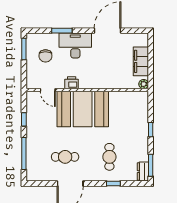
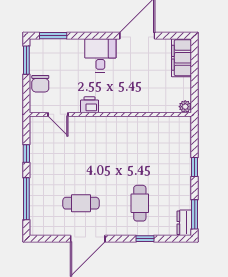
window: (62, 31) -> (53, 36), moved
desk: (75, 45) -> (100, 55), width x0.73
chair: (45, 56) -> (40, 84), moved
filing cabinet: (141, 61) -> (182, 58), moved
booth: (83, 109) -> (104, 140), removed

